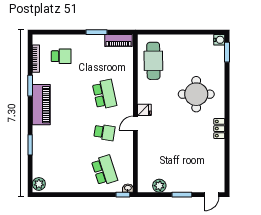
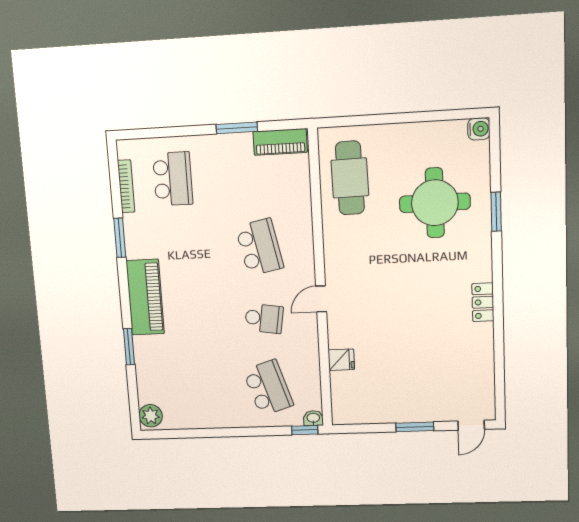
window: (227, 52) -> (496, 212), moved
school desk: (61, 56) -> (173, 179), width x1.85
round table: (196, 94) -> (435, 203), moved
piano: (41, 105) -> (145, 297), moved
fridge: (144, 110) -> (341, 360), moved
plant: (159, 186) -> (372, 412), removed

